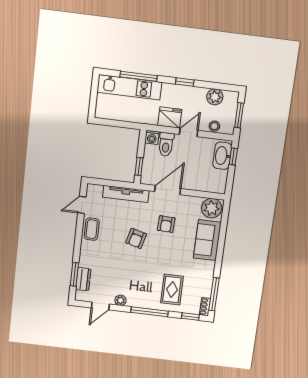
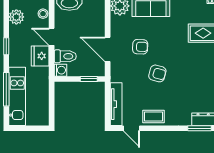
tv unit: (126, 194) -> (116, 104), moved

